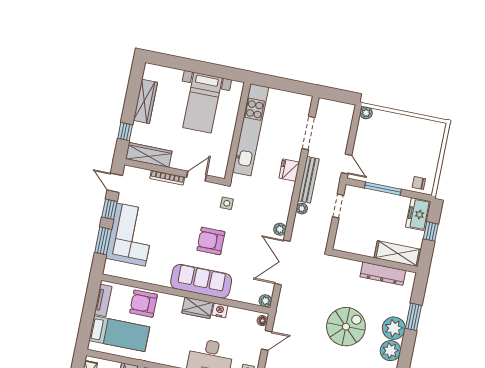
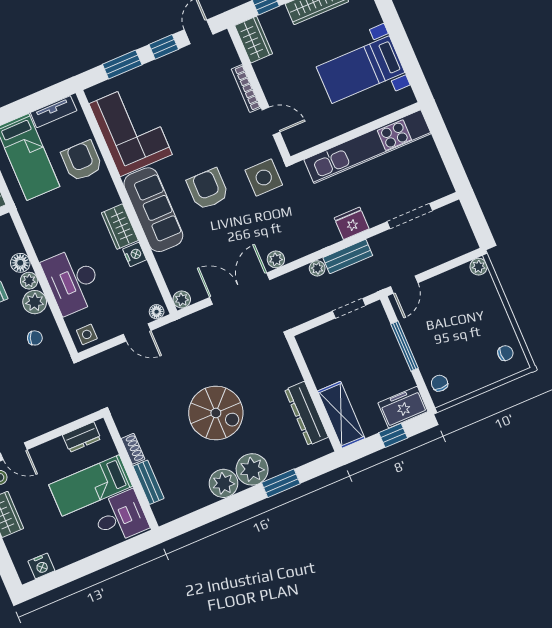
chair: (428, 132) -> (505, 353), added
wardrobe: (149, 155) -> (254, 40), width x0.67
bench: (308, 180) -> (348, 257), width x0.73
side table: (227, 203) -> (264, 178), width x1.87, depth x1.87
corner sofa: (131, 235) -> (131, 129), moved, turned -90

